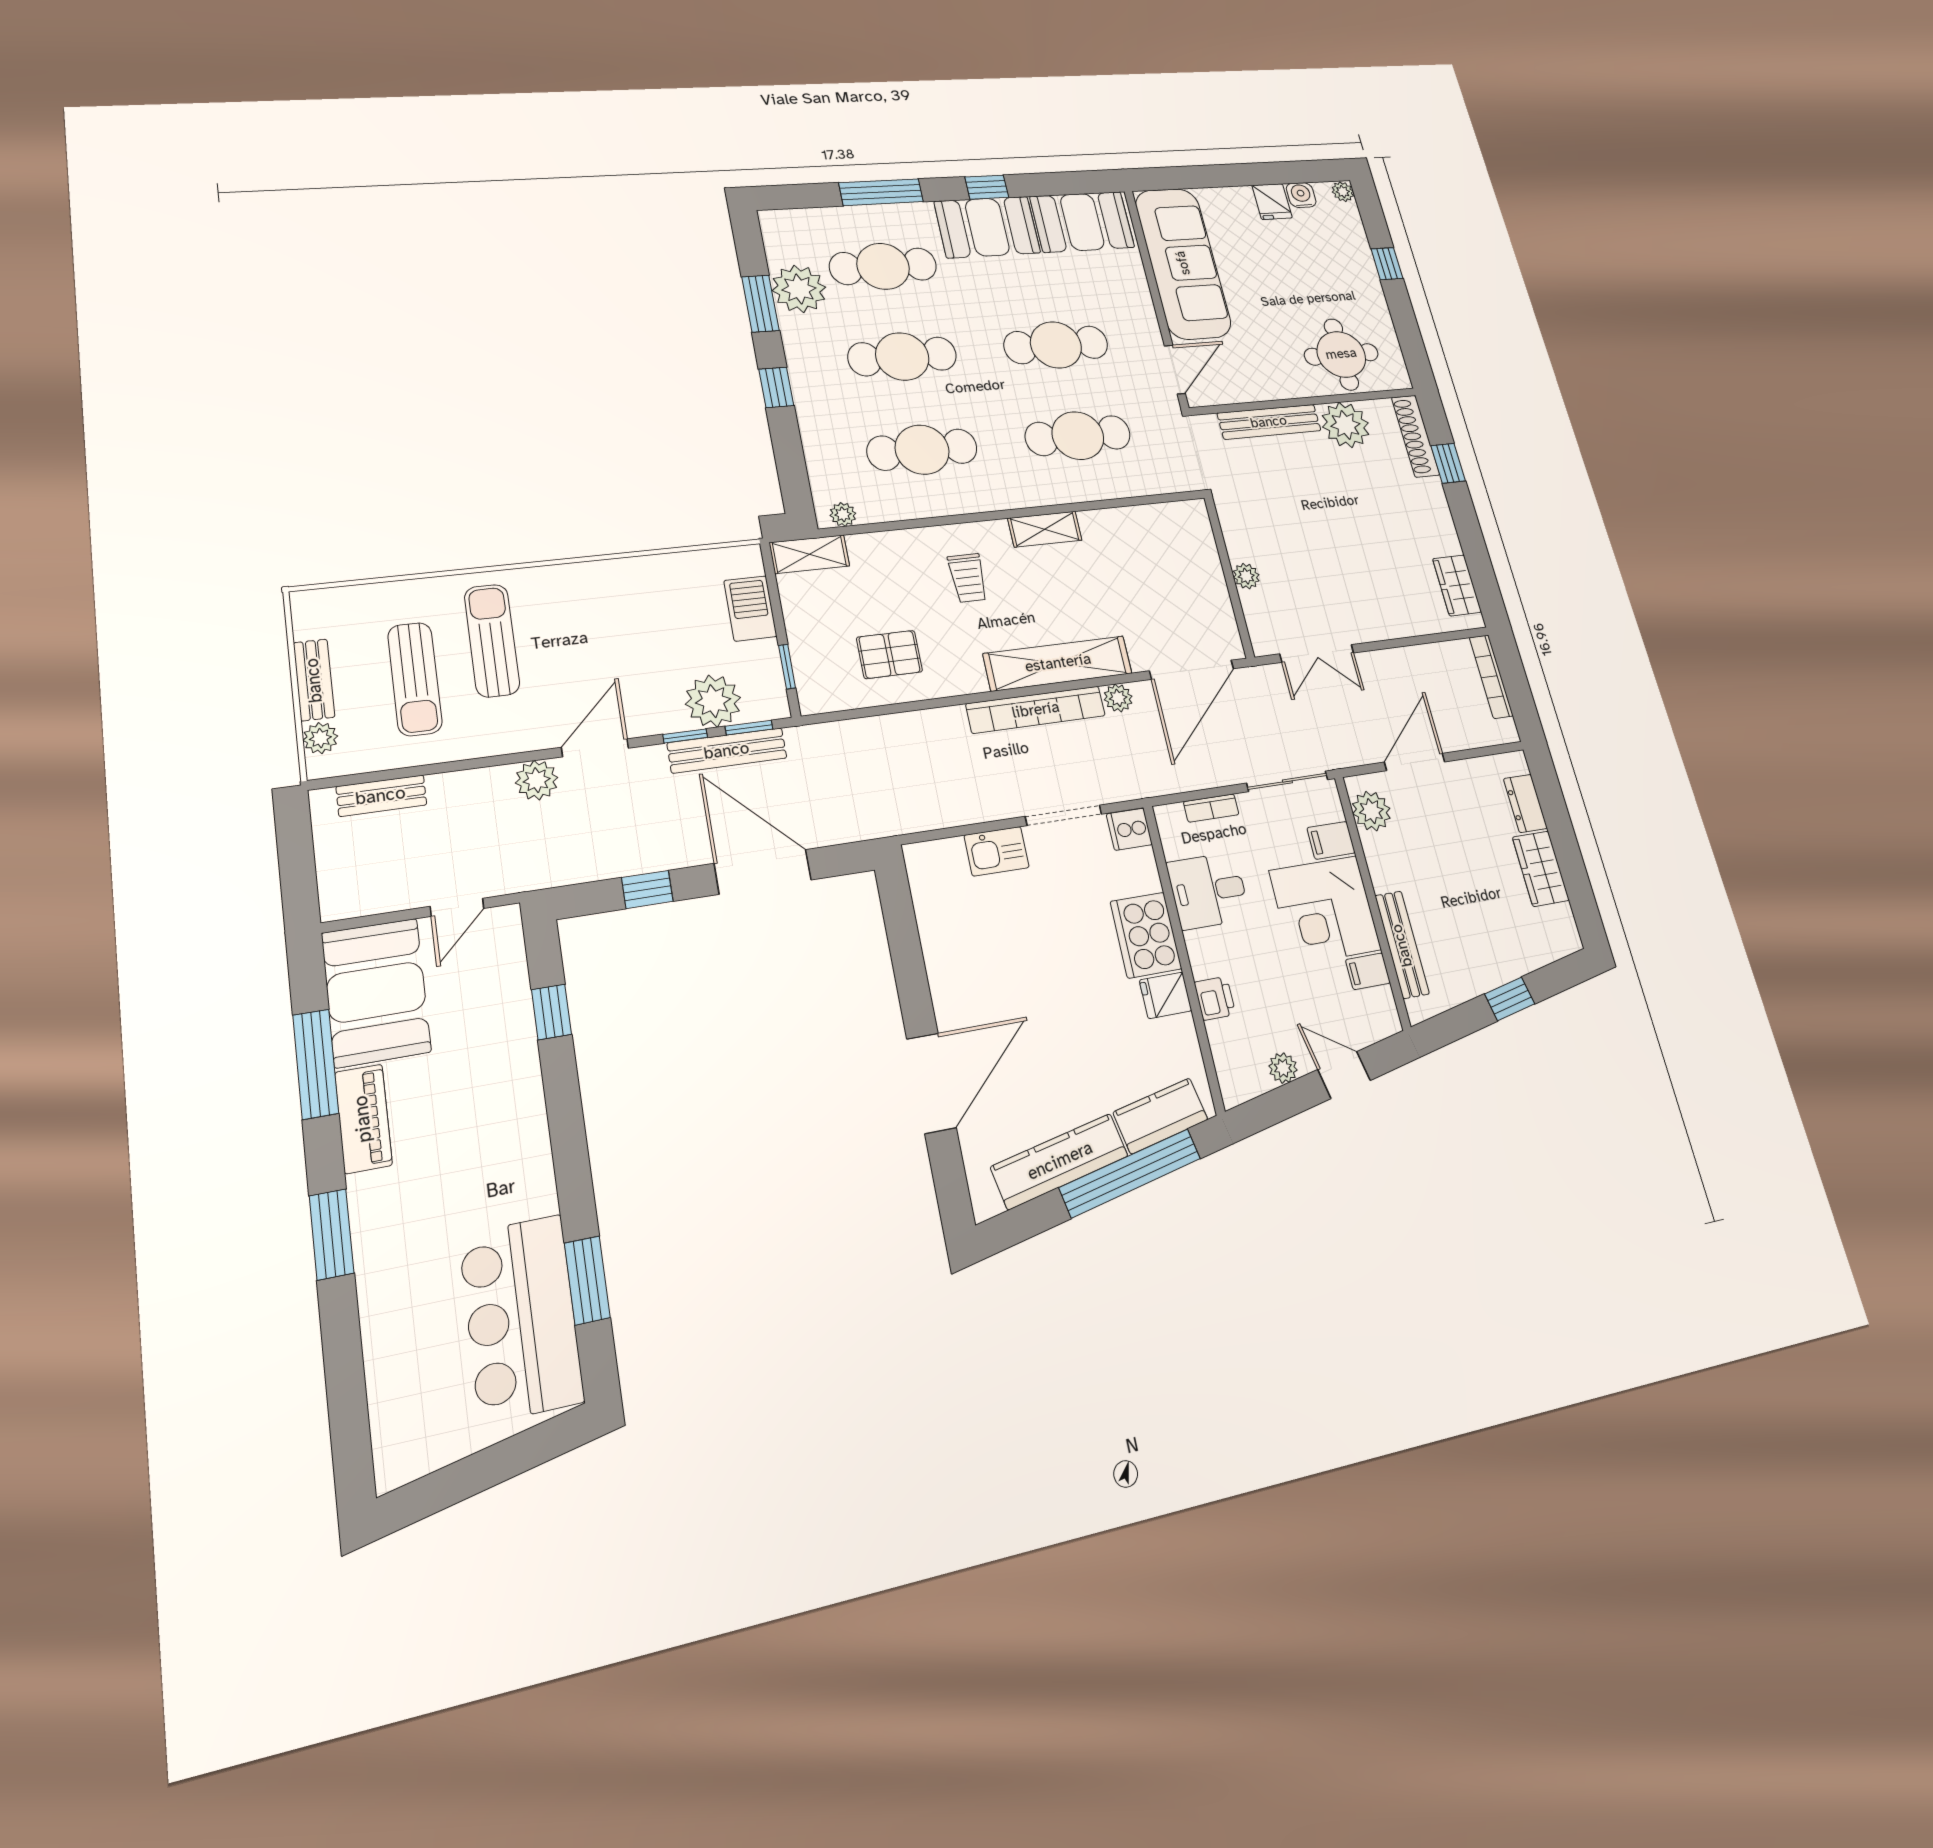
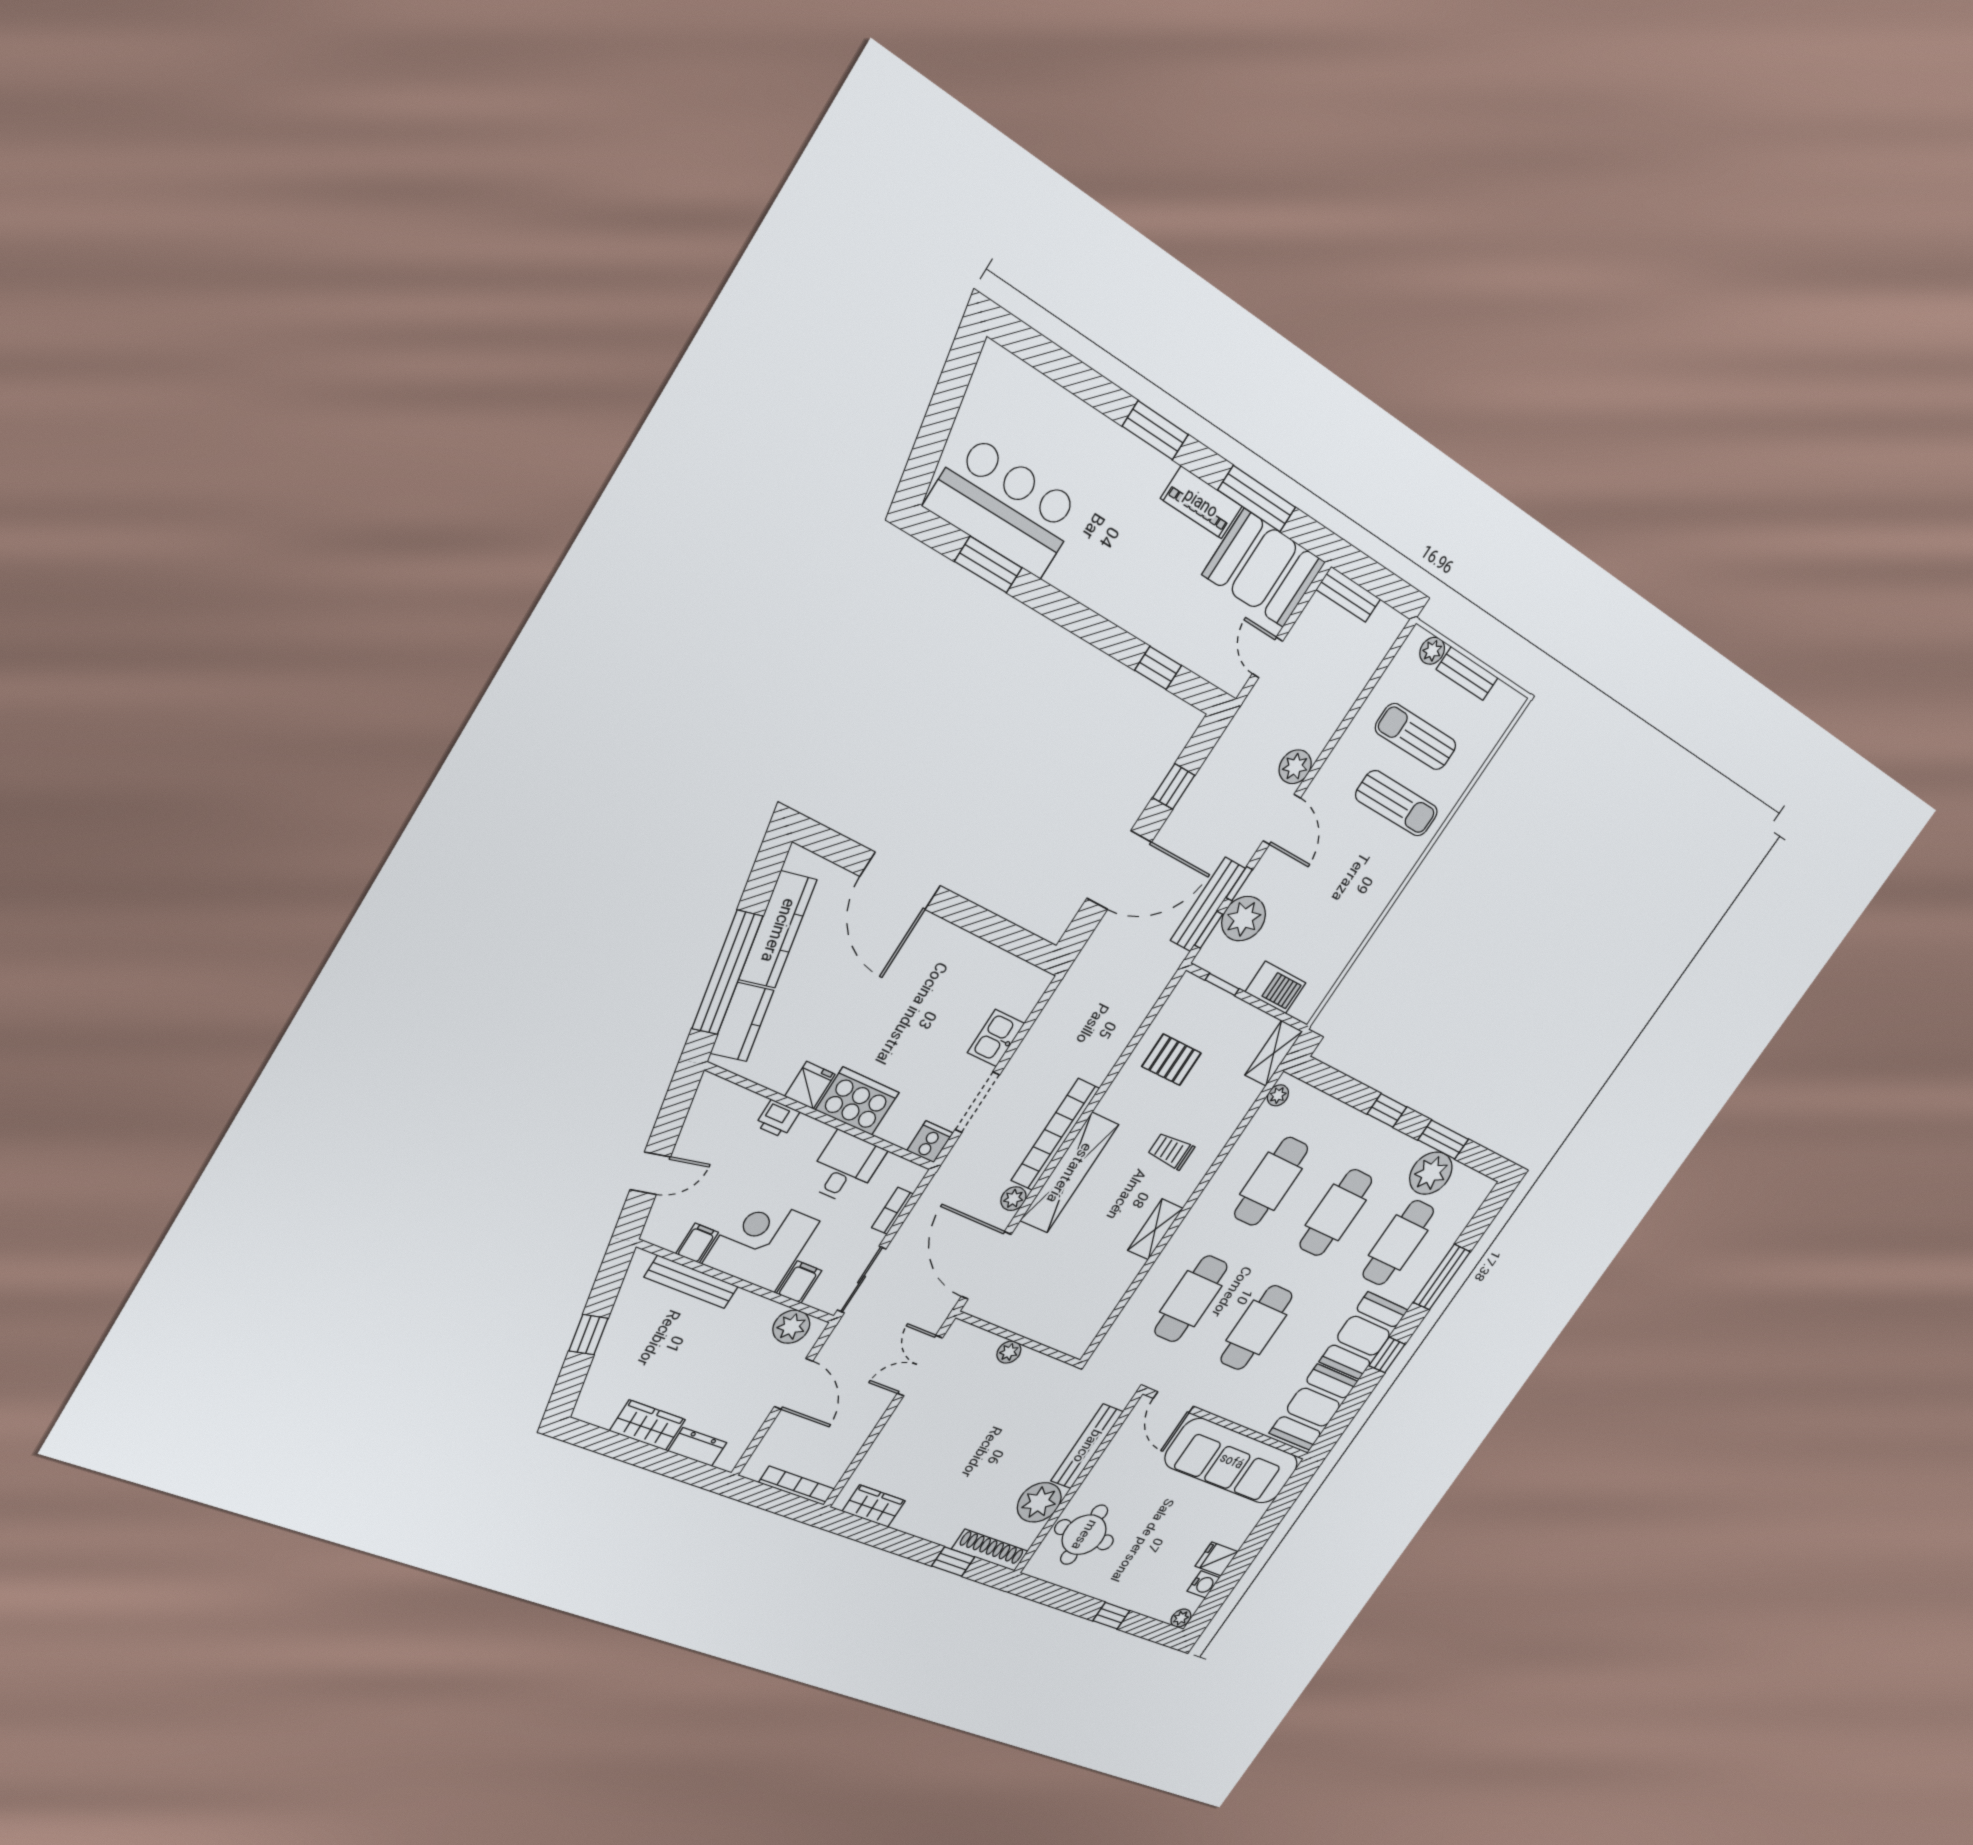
pallet: (889, 654) -> (1171, 1060), turned 90
bench: (381, 796) -> (1348, 594), moved, turned 90
plant: (1283, 1068) -> (693, 1133), removed

